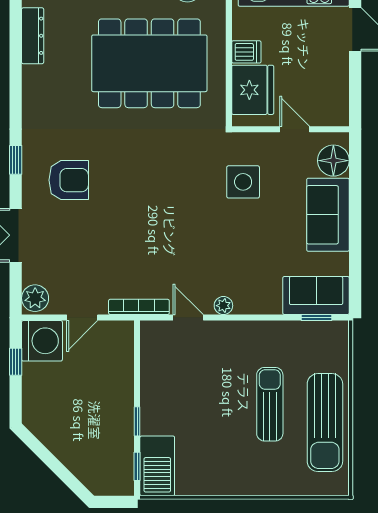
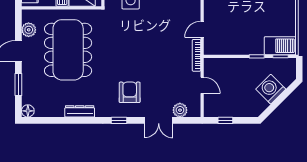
dresser: (33, 36) -> (80, 111), moved
plant: (35, 298) -> (180, 110), moved
plant: (223, 306) -> (196, 11), removed
washing machine: (42, 341) -> (271, 89), moved, turned -45

